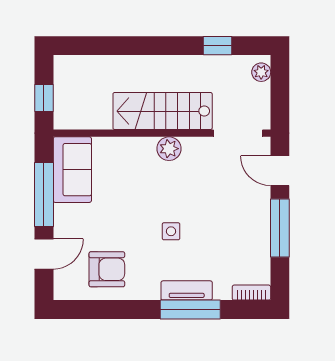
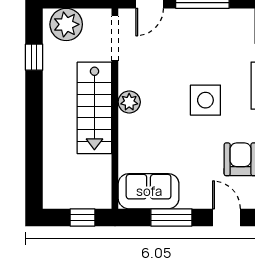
plant: (261, 72) -> (66, 24), width x1.88, depth x1.88
window: (44, 194) -> (171, 217), width x0.69
side table: (171, 231) -> (205, 100), width x1.87, depth x1.87

